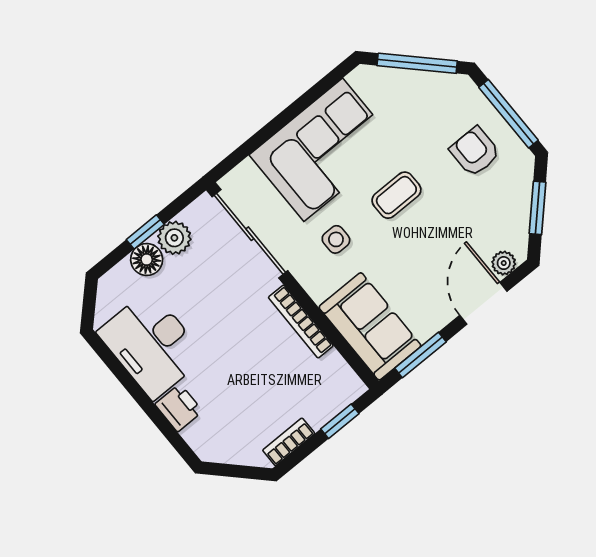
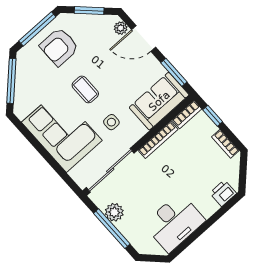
armchair: (475, 152) -> (59, 47), width x1.38, depth x1.38
window: (145, 232) -> (112, 229), width x2.17
floor lamp: (147, 260) -> (127, 227), removed
bookcase: (344, 375) -> (187, 114), added
printer: (179, 408) -> (223, 193), moved

